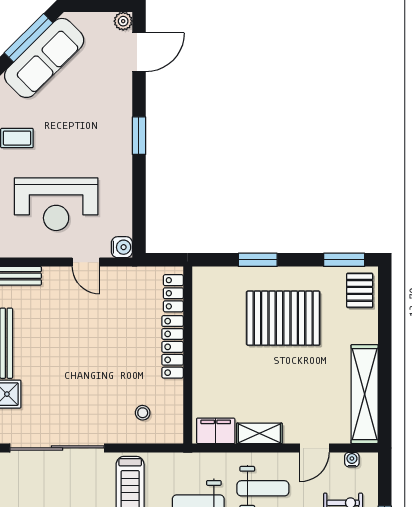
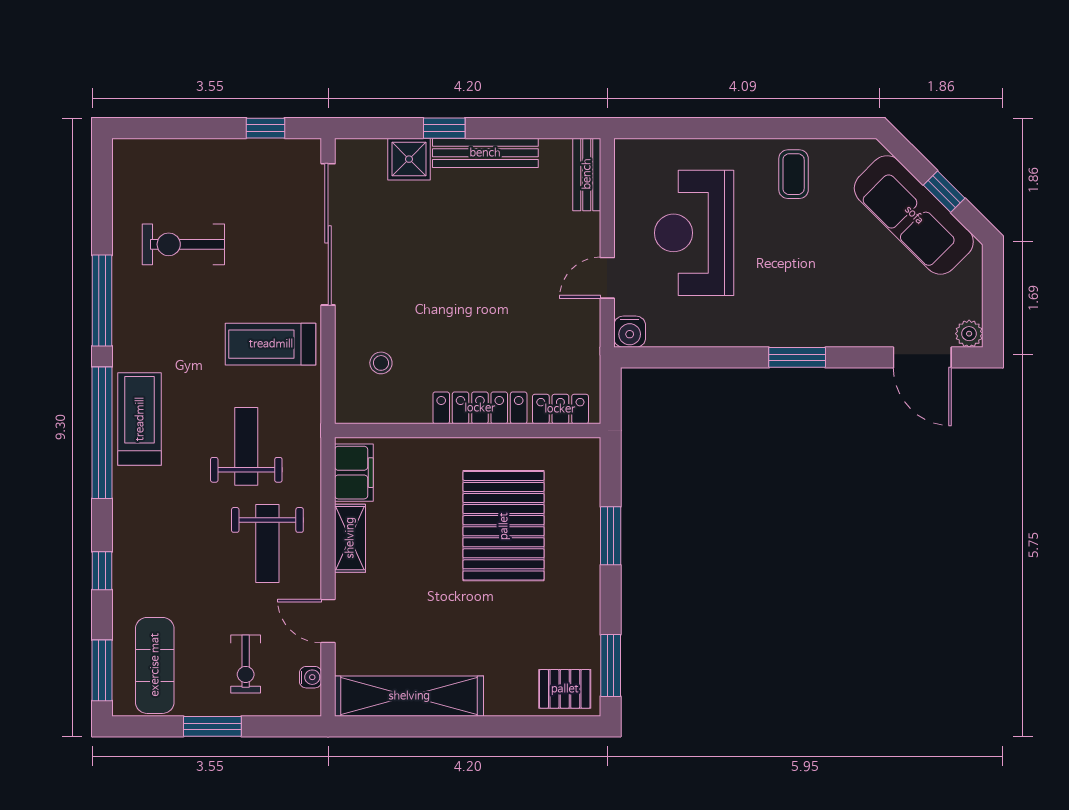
window: (29, 38) -> (944, 192), width x0.46
pallet: (283, 318) -> (504, 526), moved

